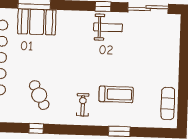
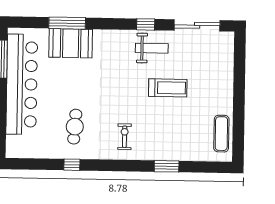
treadmill: (116, 94) -> (168, 88), moved
cafe table: (39, 95) -> (75, 127), turned 31

